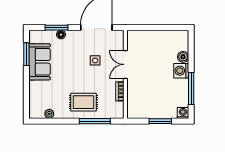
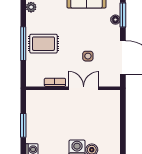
rug: (84, 102) -> (43, 44), turned 90
window: (95, 121) -> (23, 44), moved

